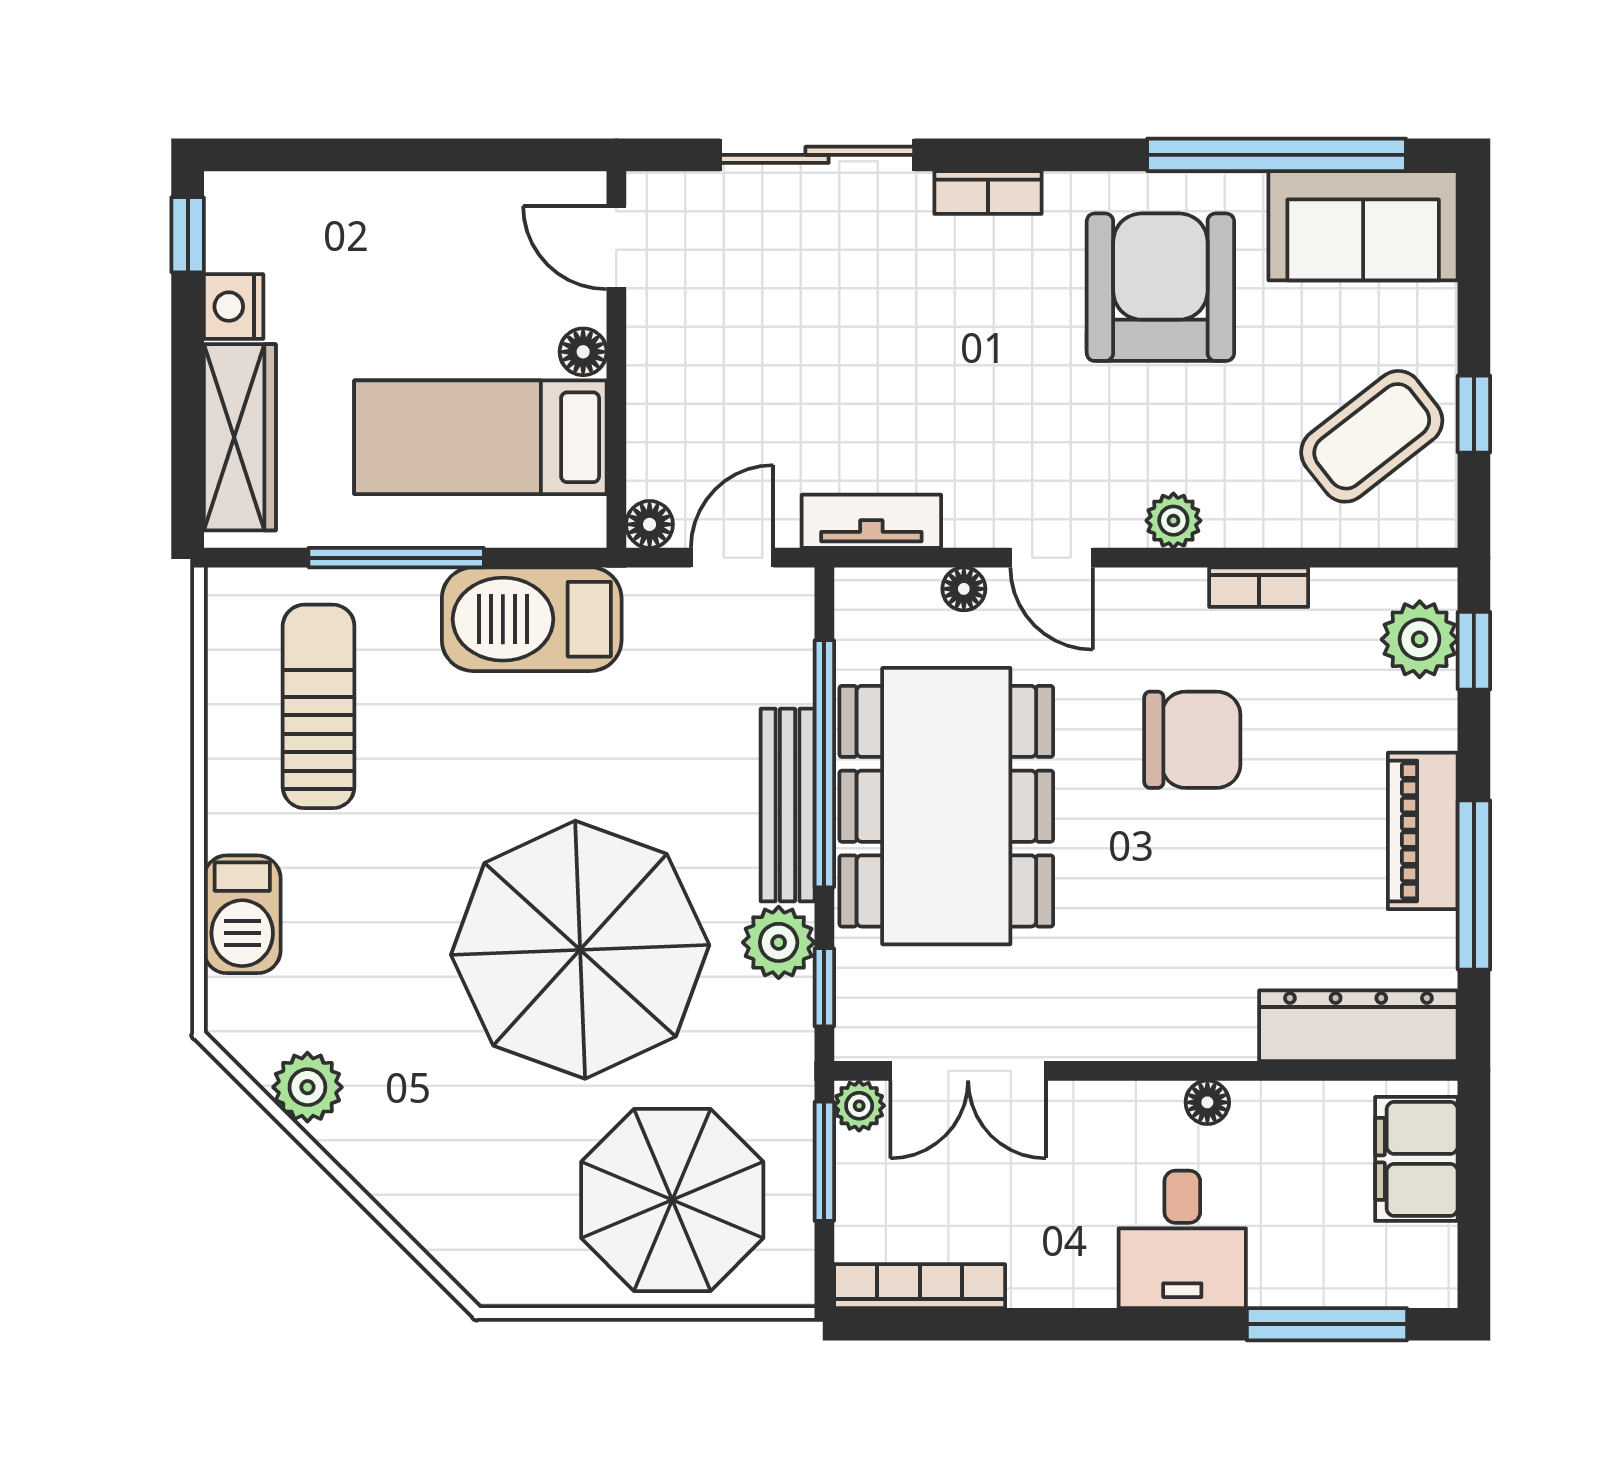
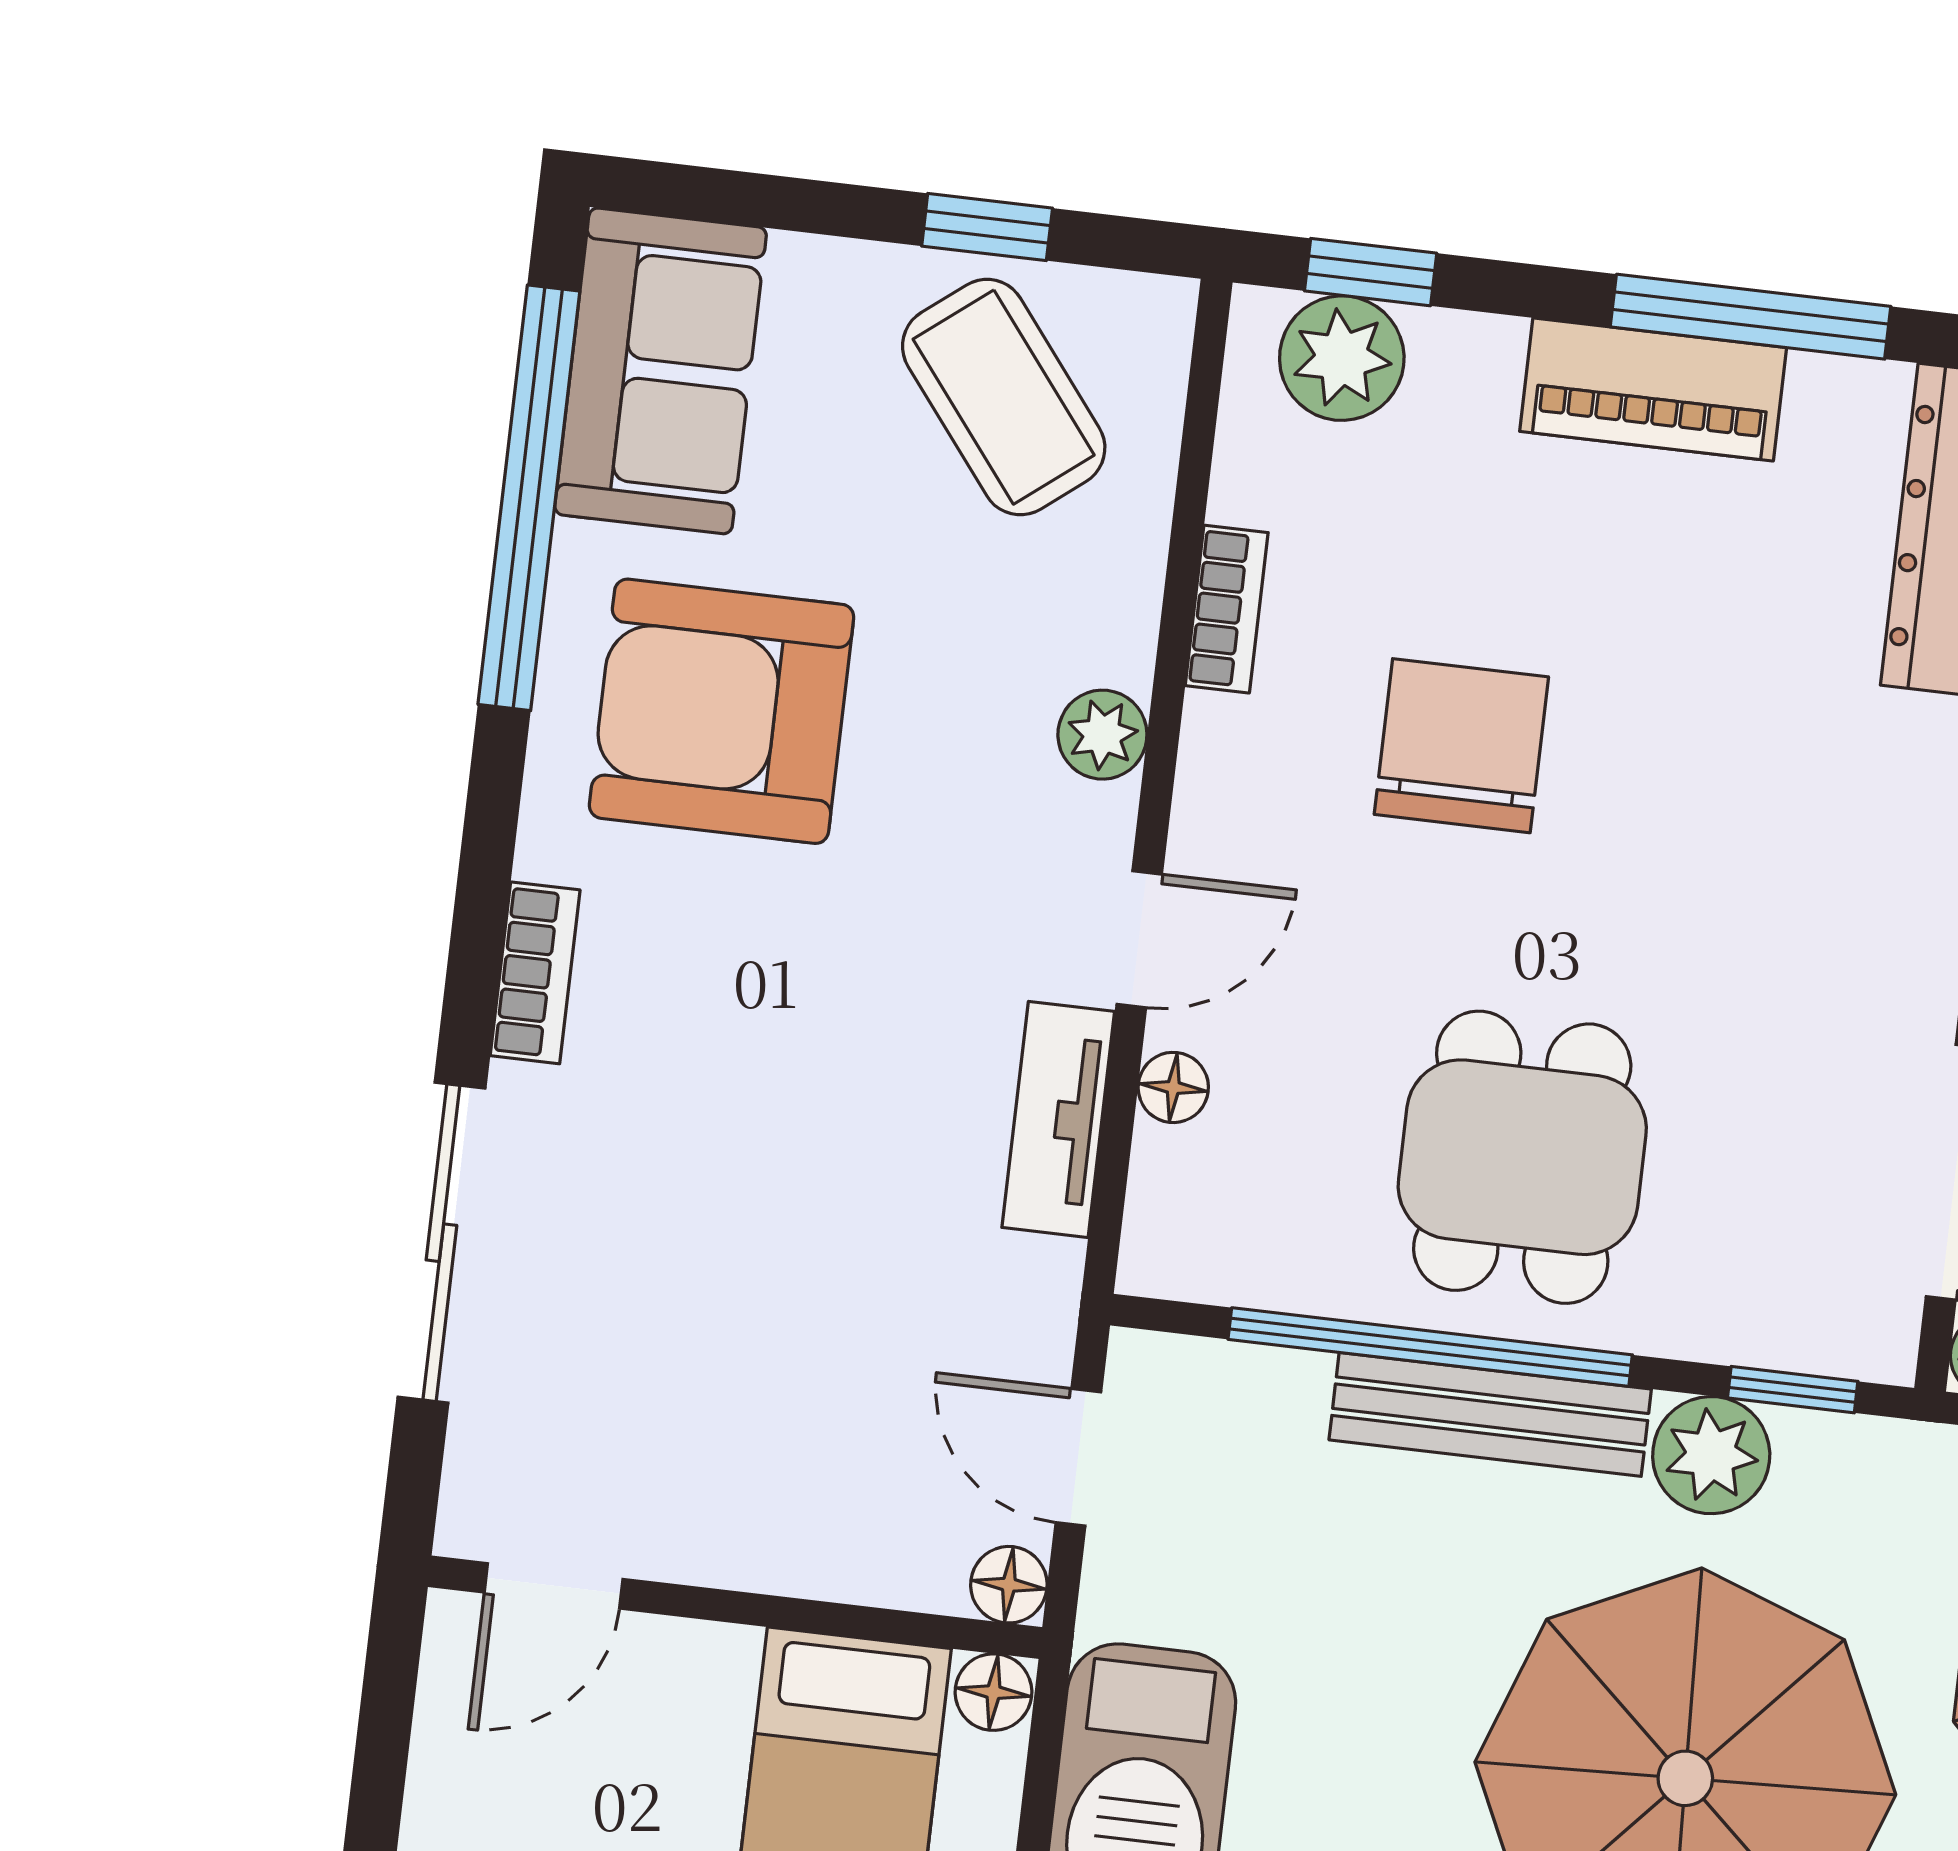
floor lamp: (583, 352) -> (994, 1692), moved
tv unit: (871, 521) -> (1058, 1119), moved
dining table: (946, 806) -> (1522, 1157), width x0.53, depth x0.80

